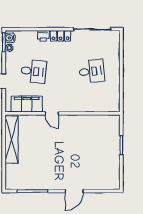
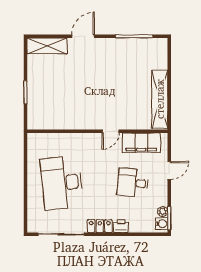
desk: (92, 71) -> (62, 183), width x1.87, depth x1.30
door: (52, 113) -> (110, 131), swing flipped
shelving: (104, 183) -> (47, 46), added

